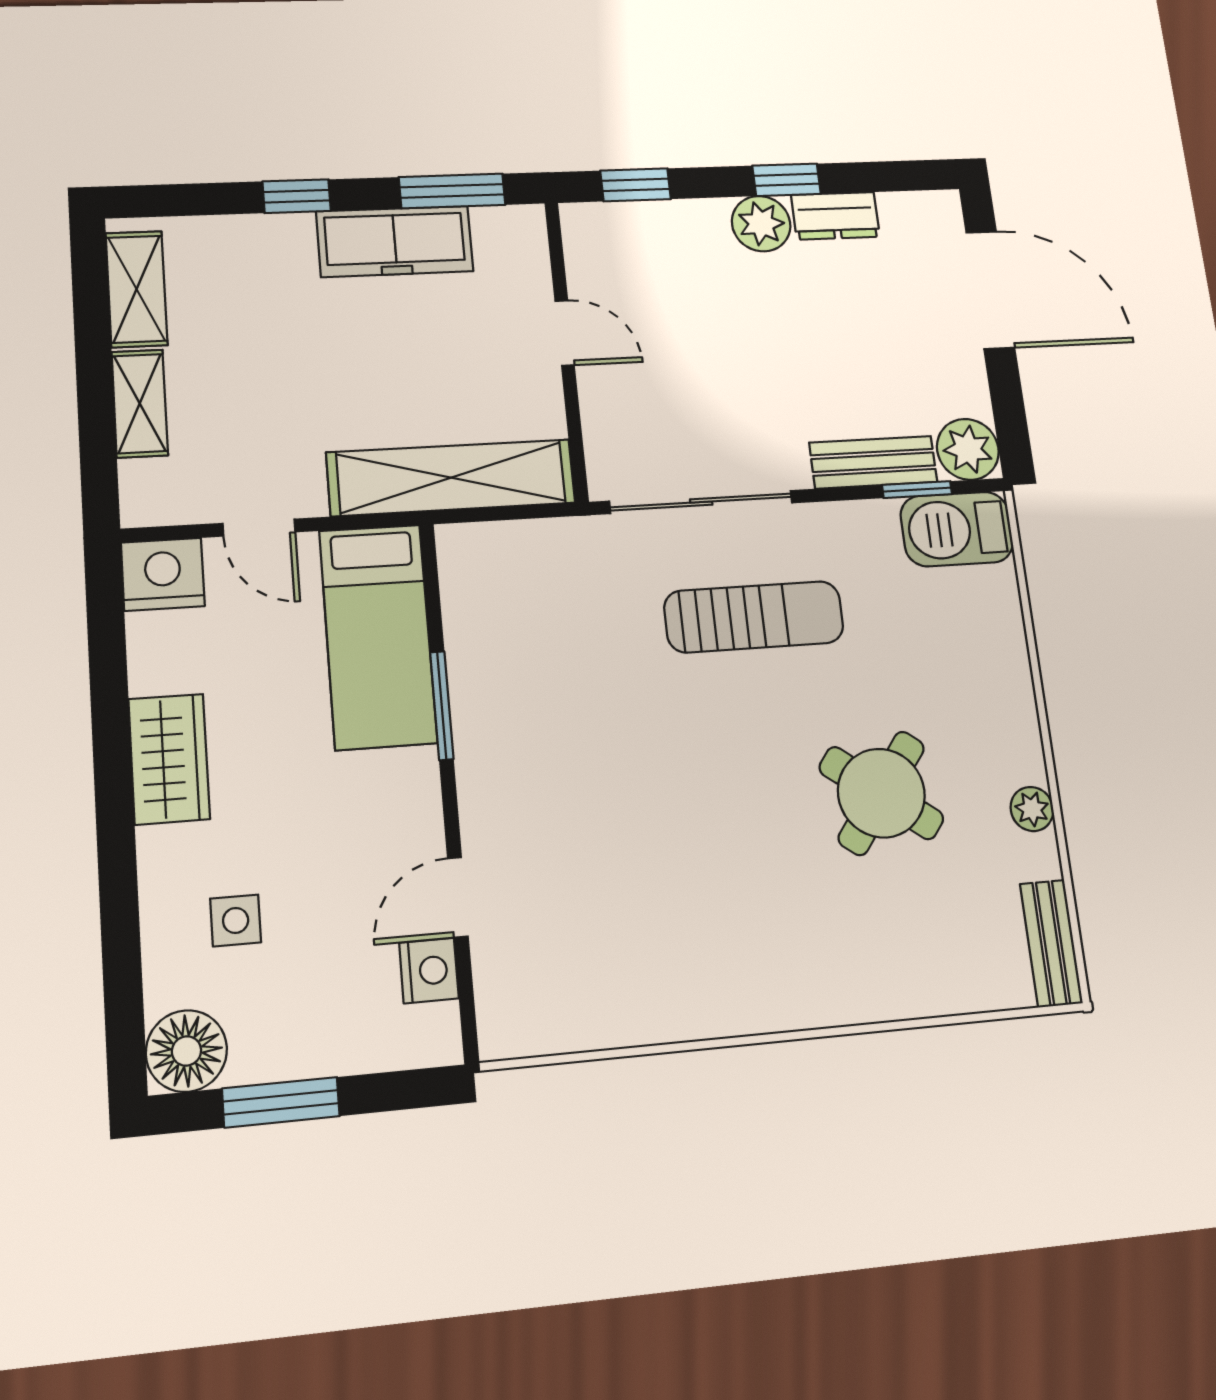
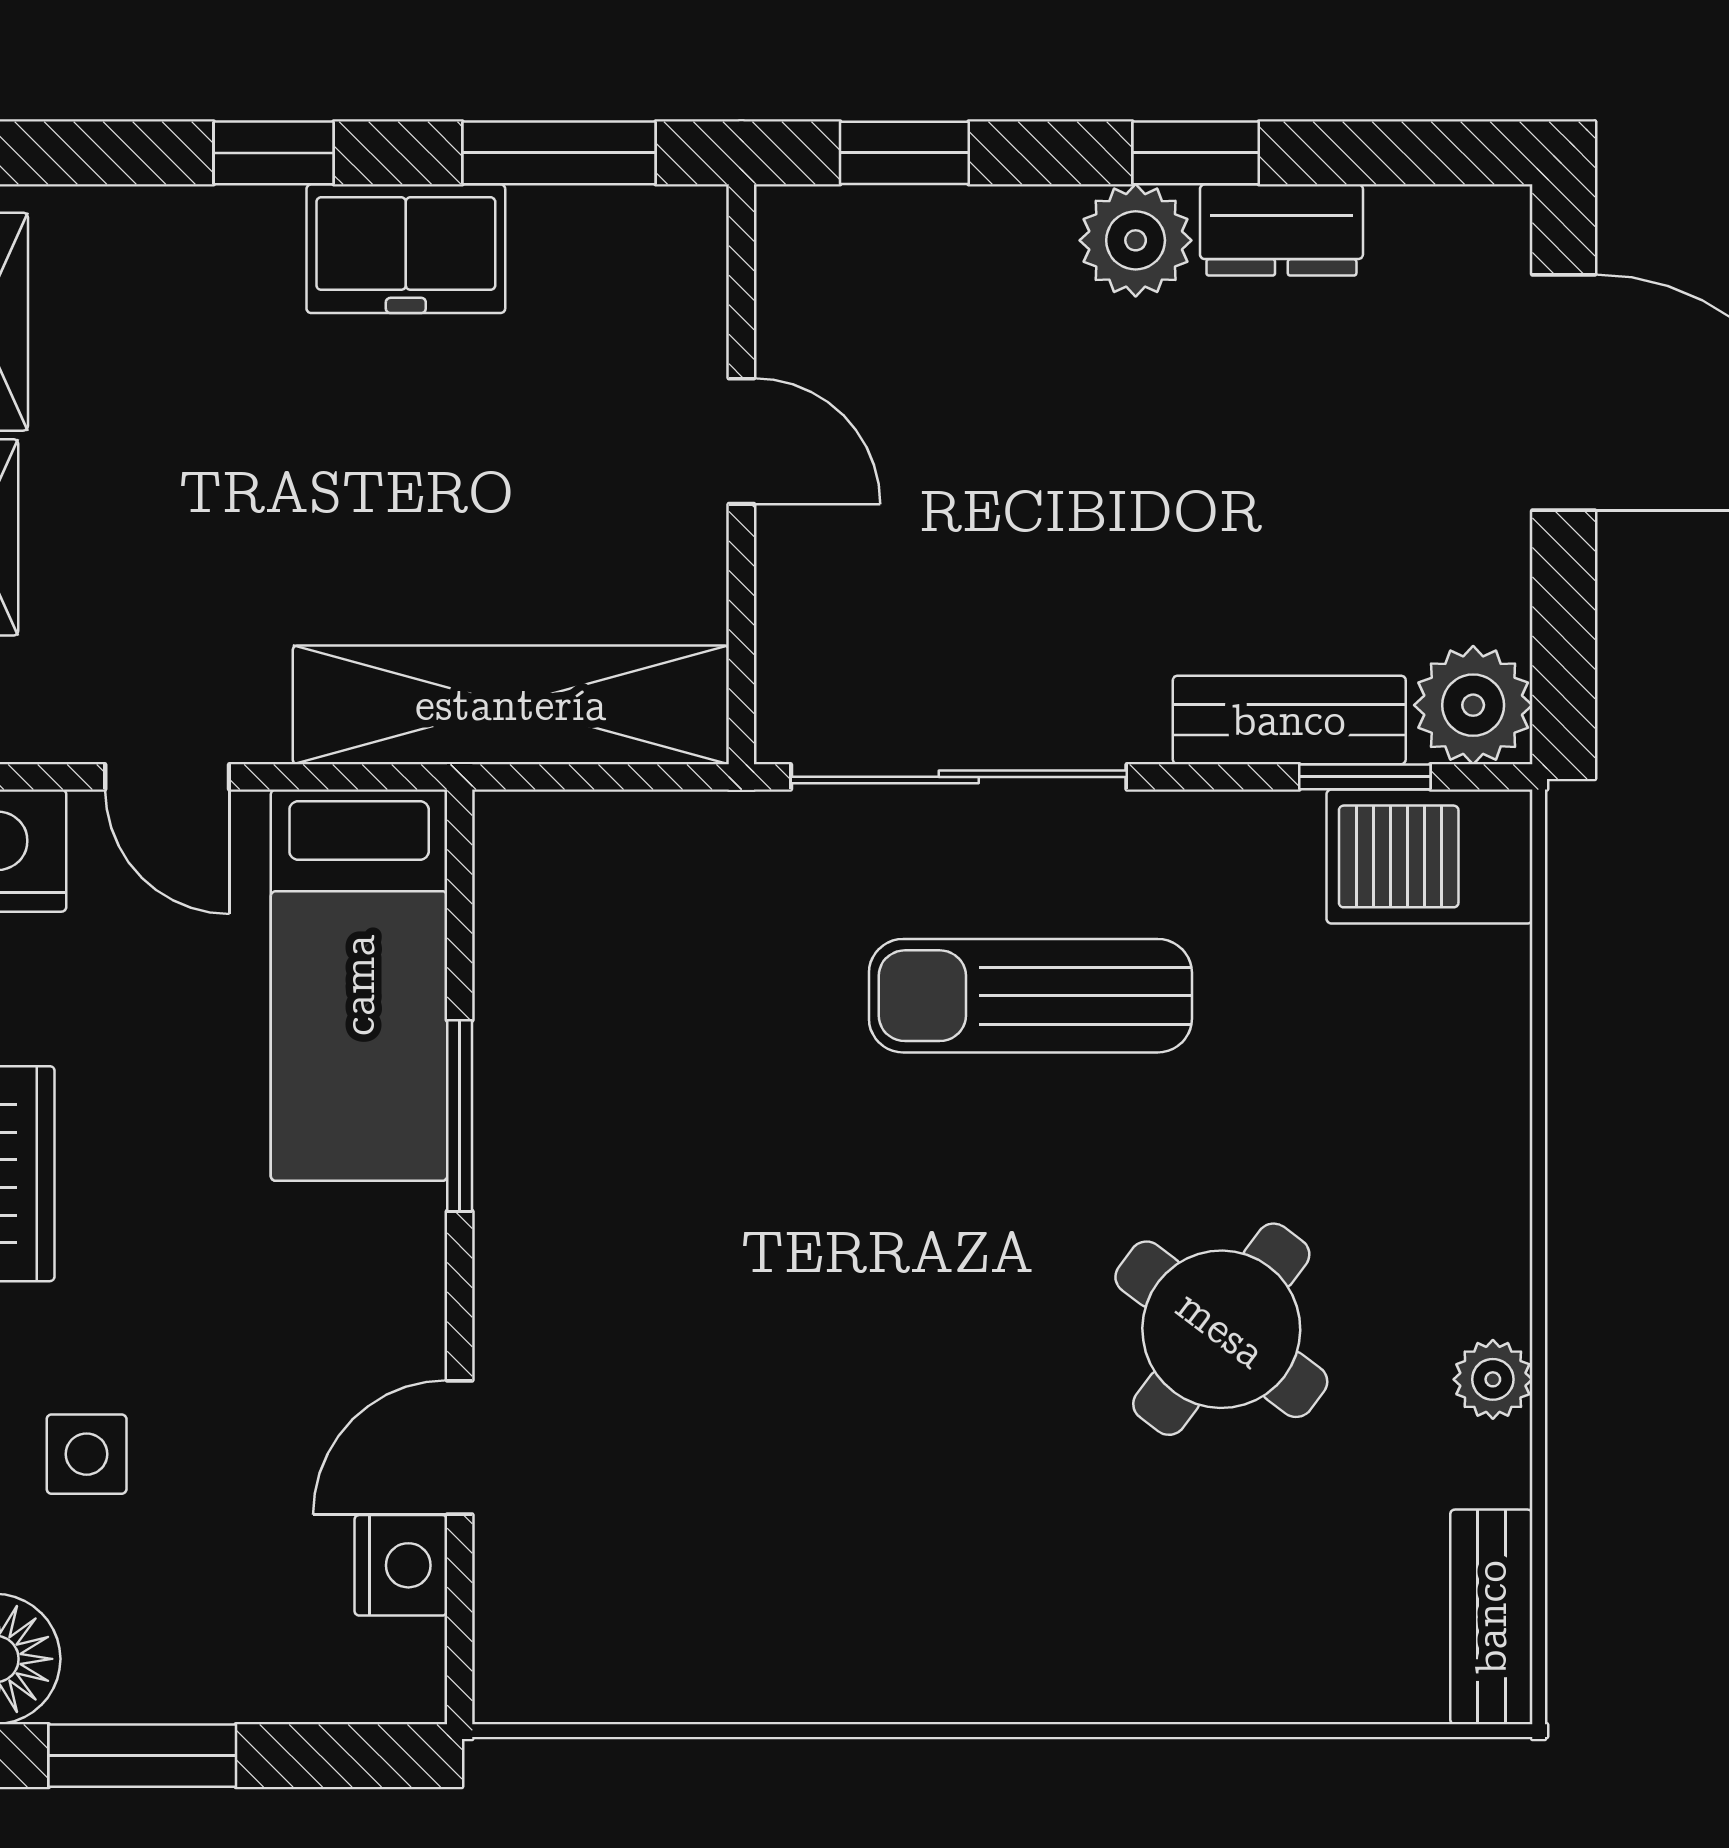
freezer: (395, 241) -> (406, 249), width x0.71
sun lounger: (754, 617) -> (1030, 996), turned 180

